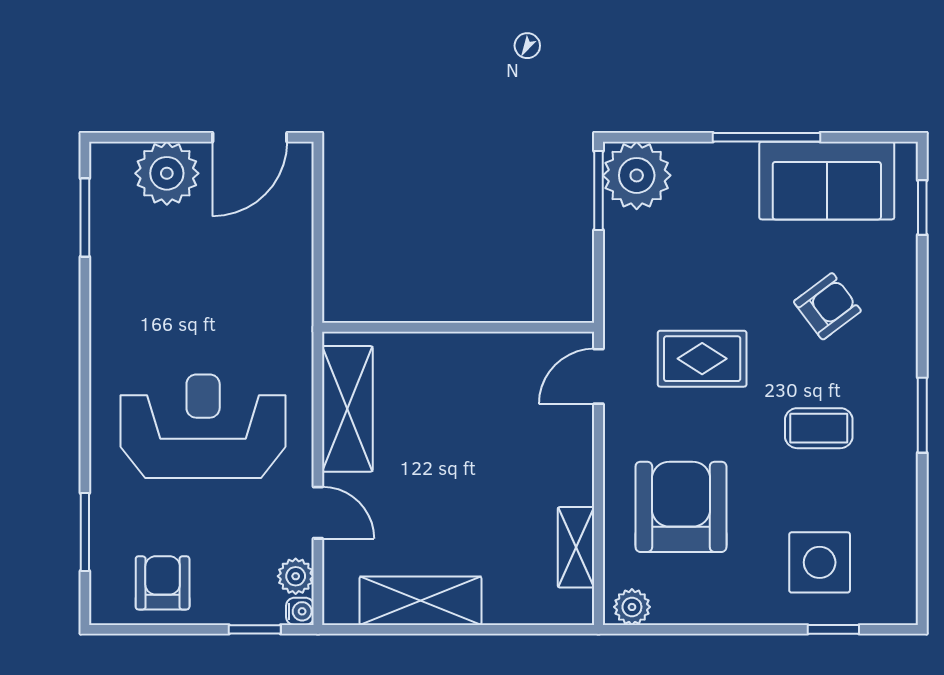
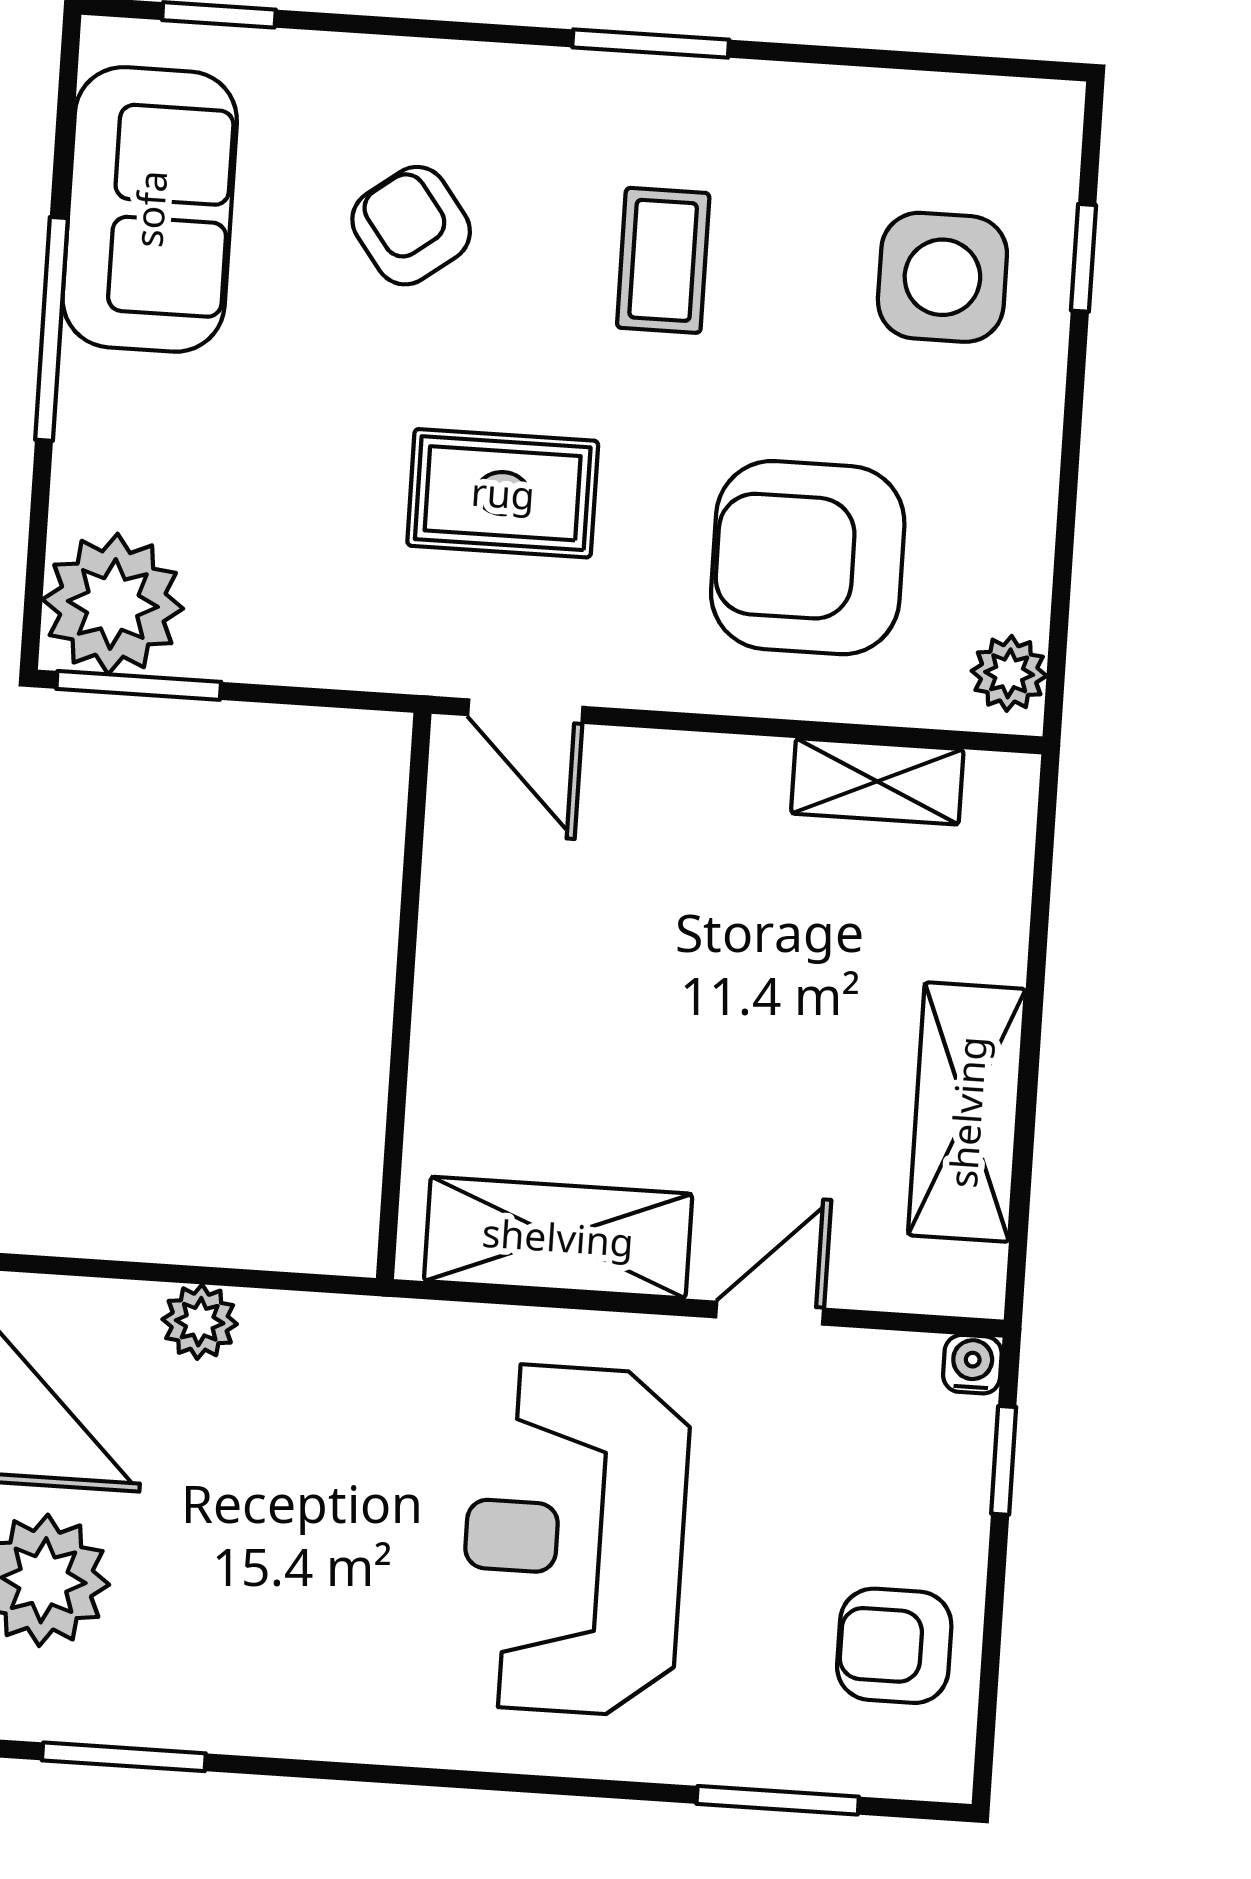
rug: (702, 359) -> (503, 493), turned 90
plant: (296, 576) -> (200, 1322), moved

